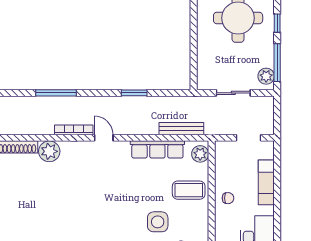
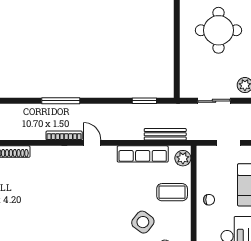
window: (56, 93) -> (61, 101), moved
window: (134, 93) -> (144, 101), moved
plant: (49, 151) -> (41, 156), removed
side table: (158, 222) -> (143, 222), turned 37

